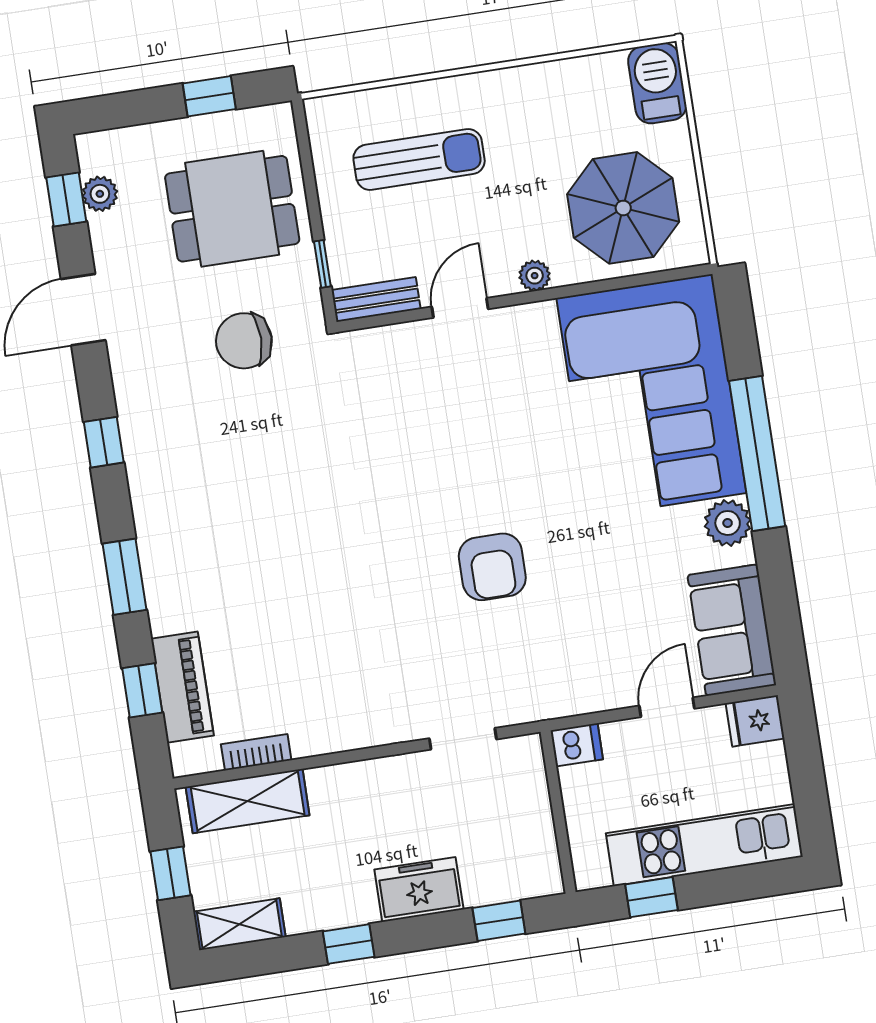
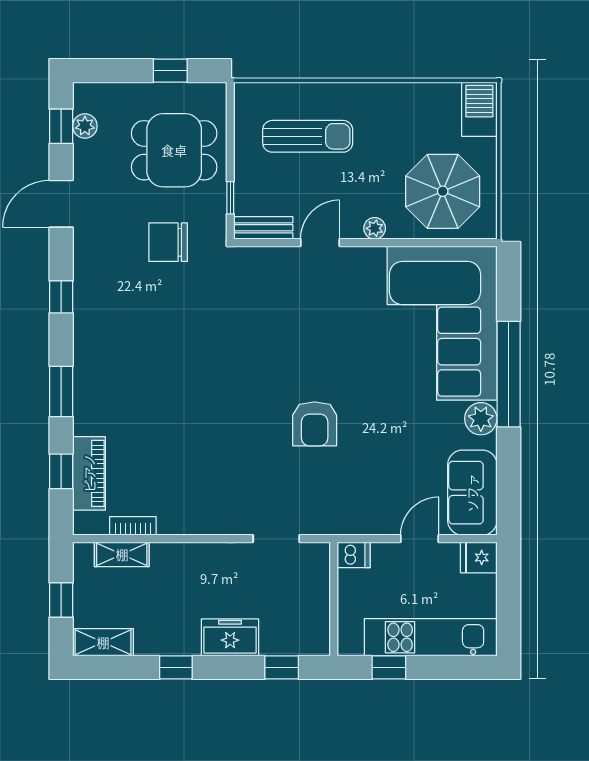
shelving: (248, 801) -> (122, 554), width x0.67, depth x0.75

